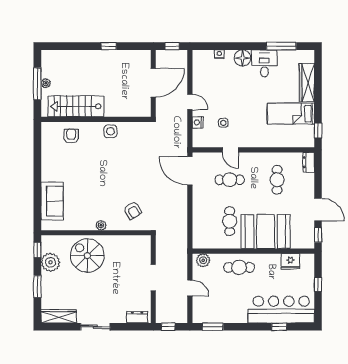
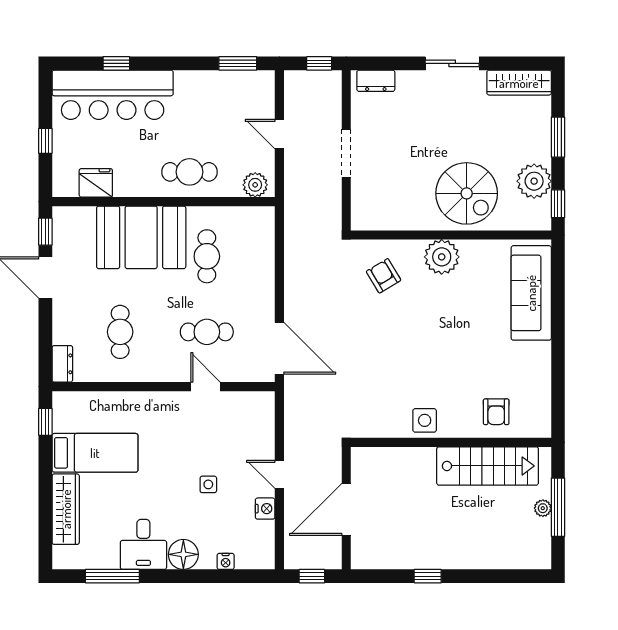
nightstand: (198, 122) -> (265, 509), moved
side table: (223, 123) -> (208, 484), moved
sofa: (52, 201) -> (531, 293), width x1.36
plant: (101, 225) -> (442, 257), width x1.88, depth x1.88

